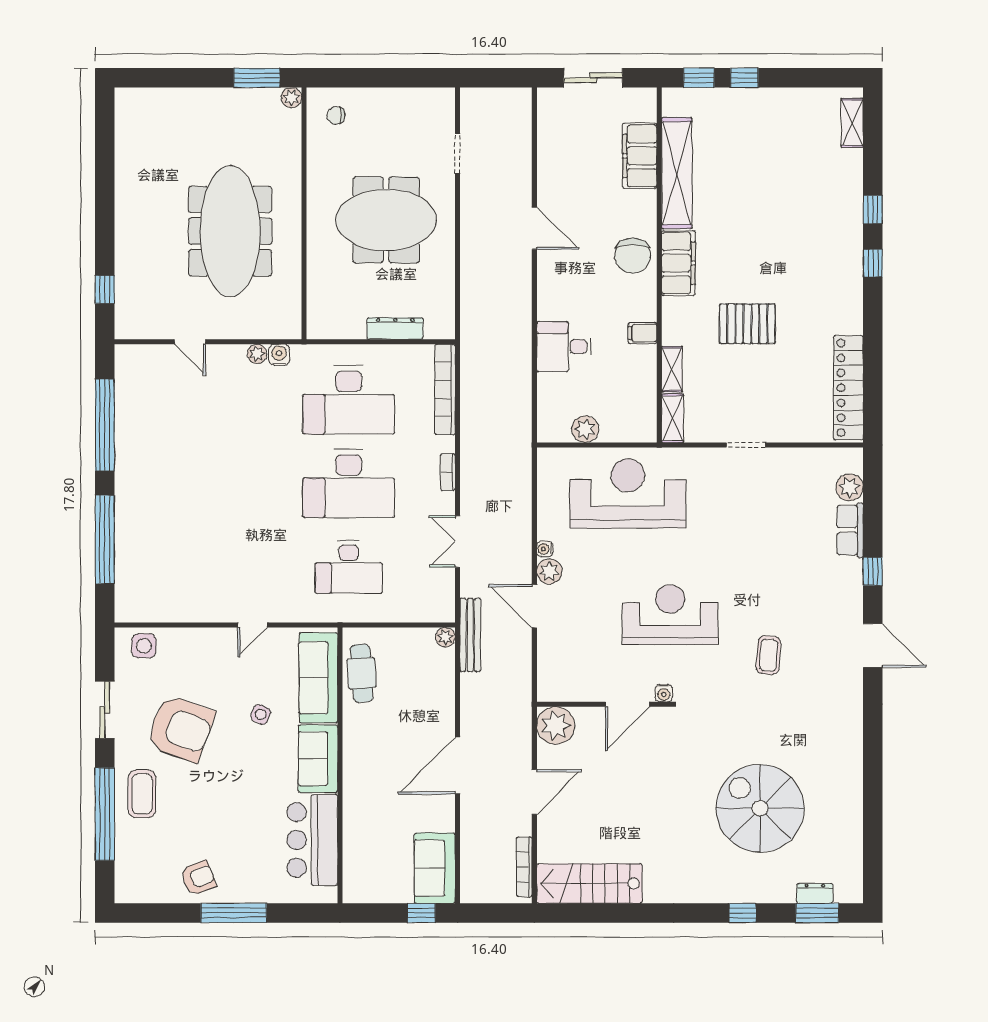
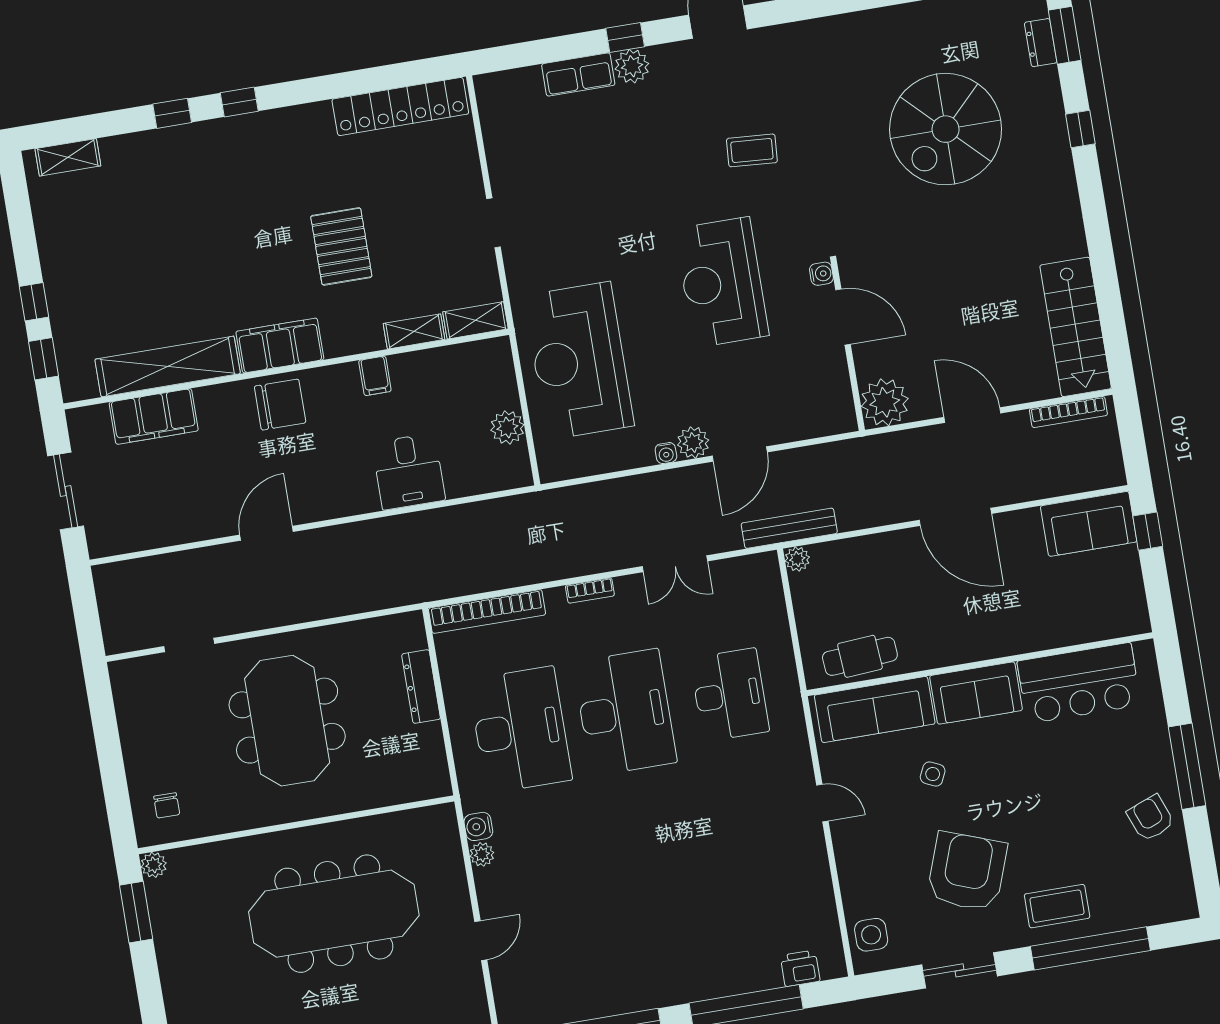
plant: (850, 487) -> (632, 66), moved
printer: (127, 586) -> (800, 968), added

